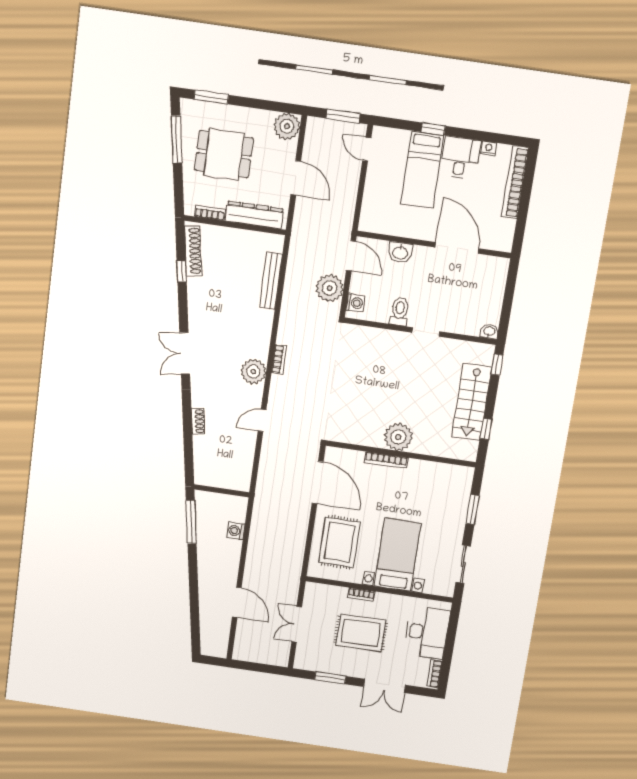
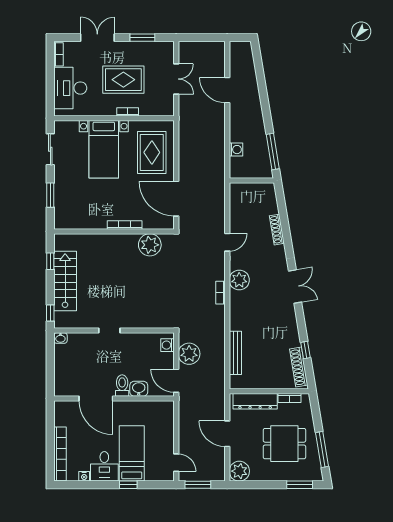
toilet: (400, 311) -> (122, 385), moved, turned 180
shoe rack: (198, 421) -> (277, 230), width x1.43
plant: (398, 437) -> (150, 245), moved

